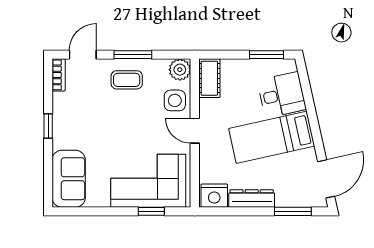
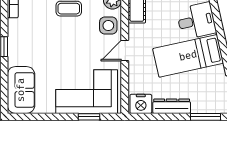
door: (195, 131) -> (125, 50), hinge flipped

